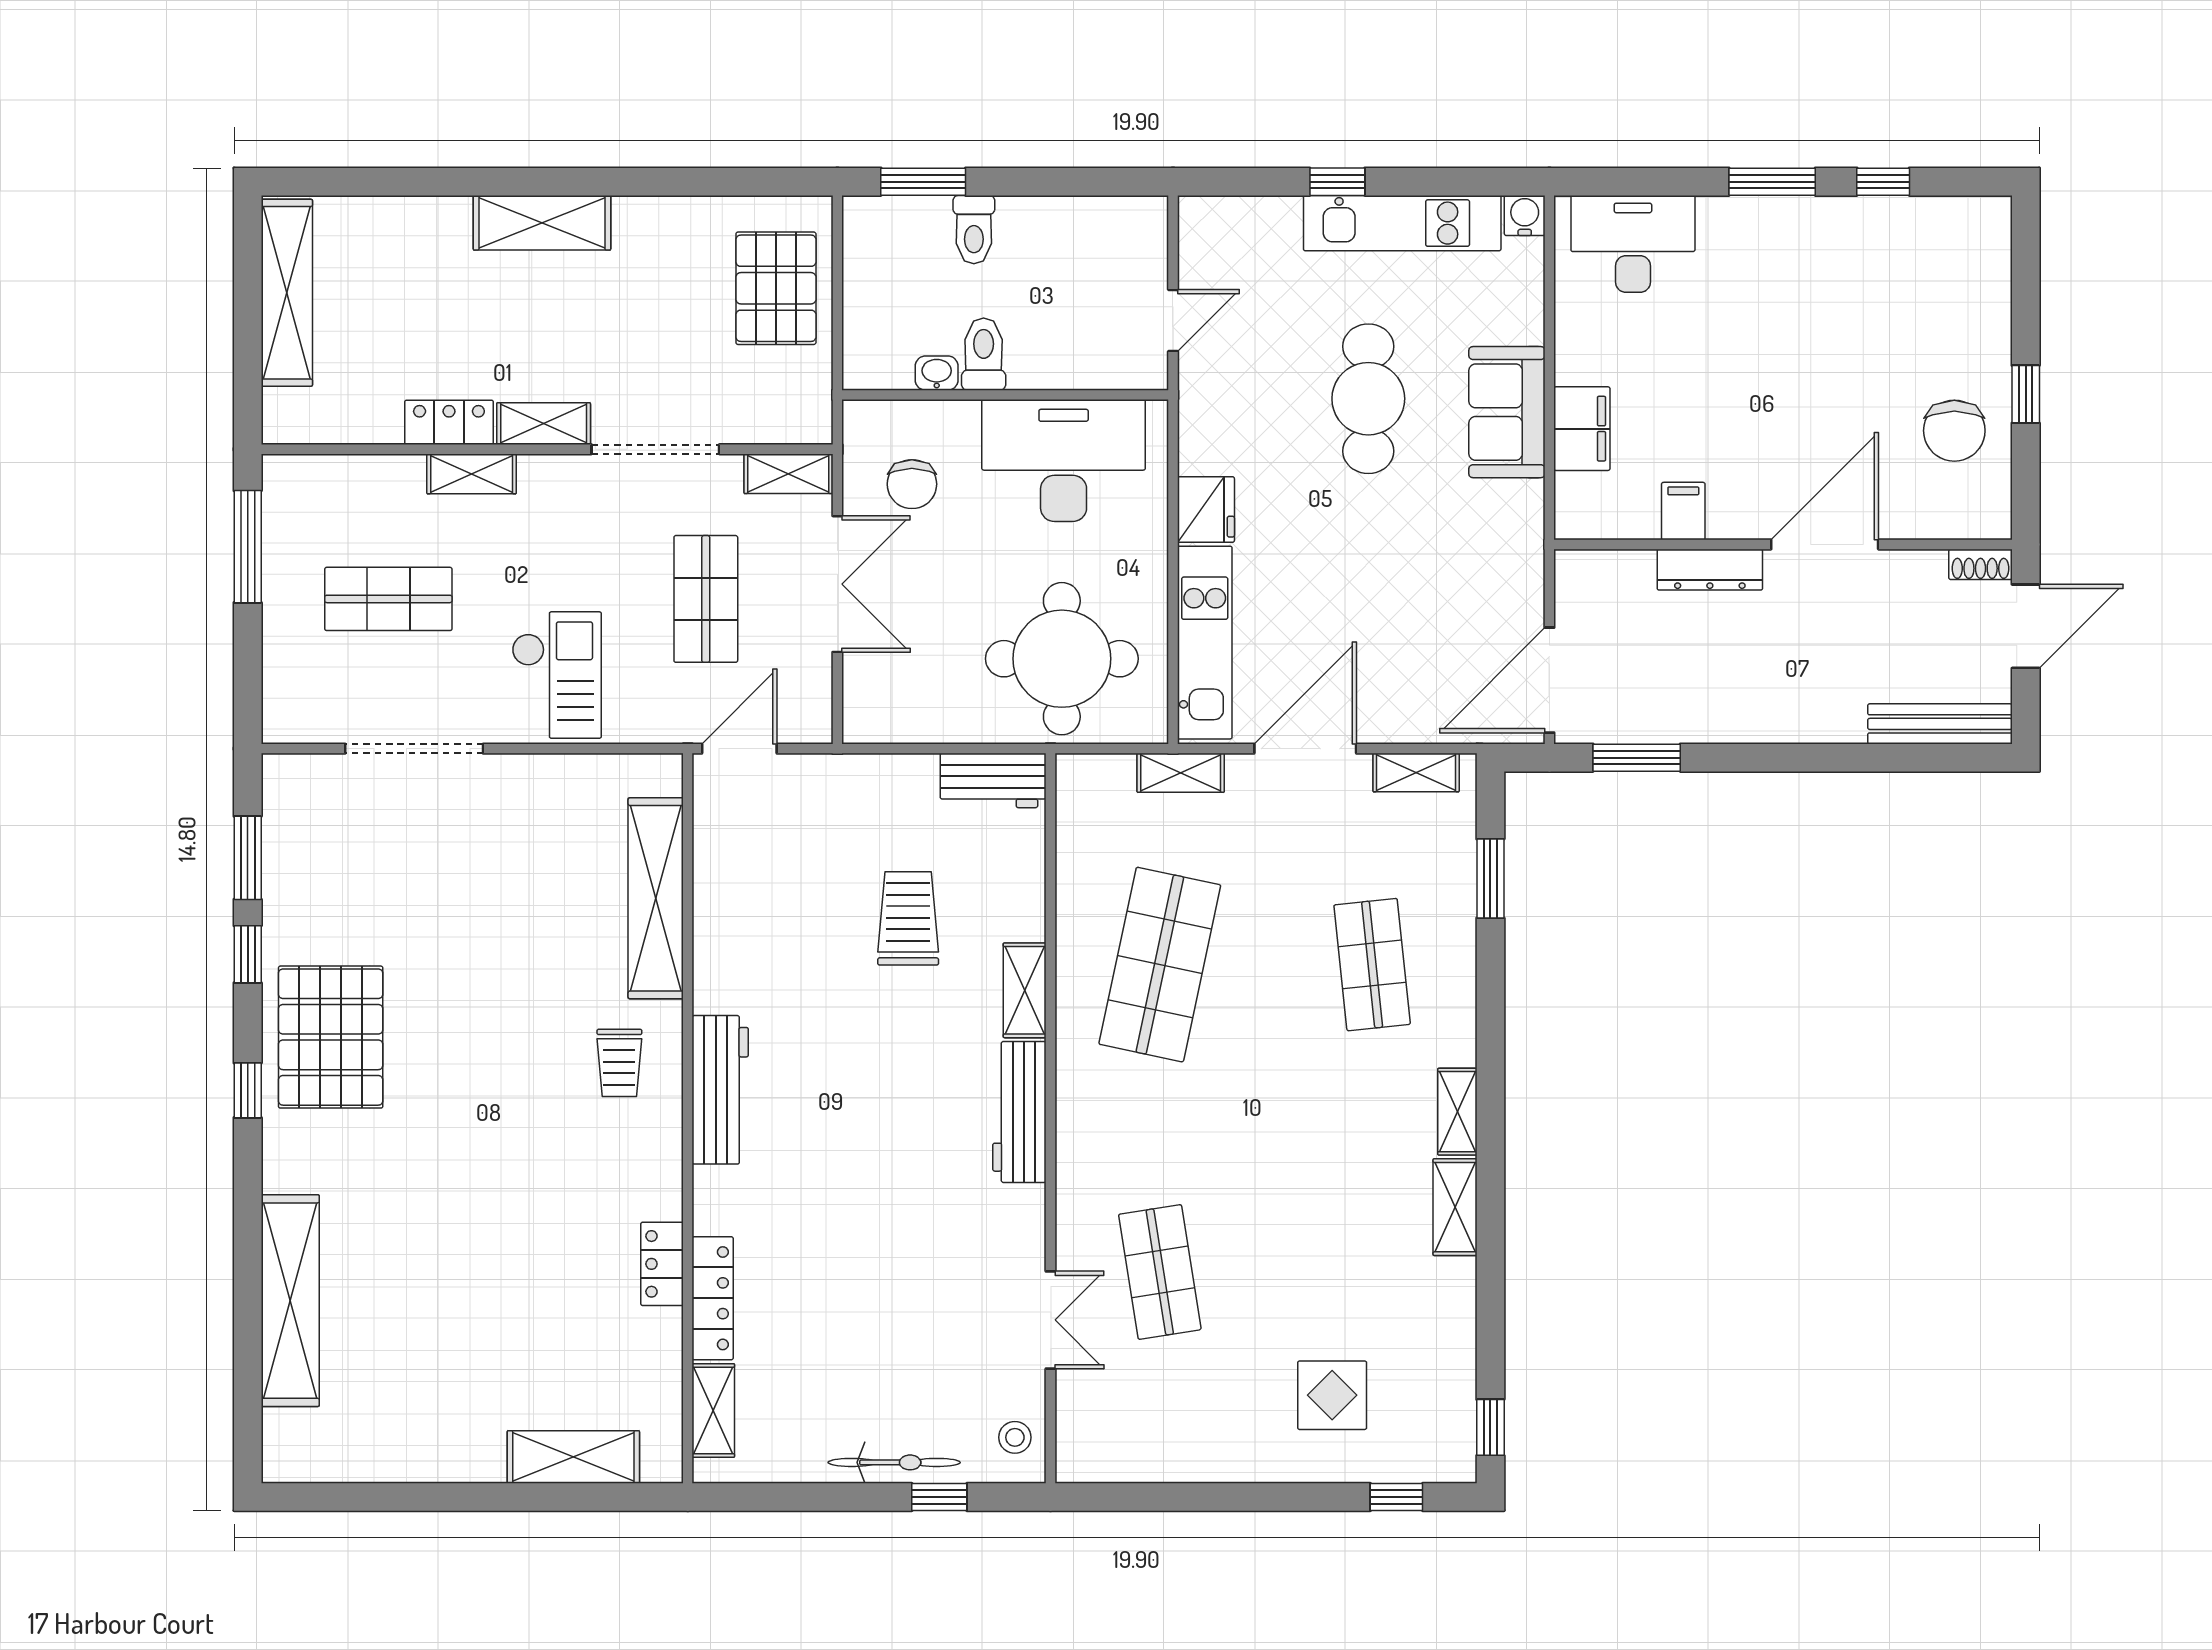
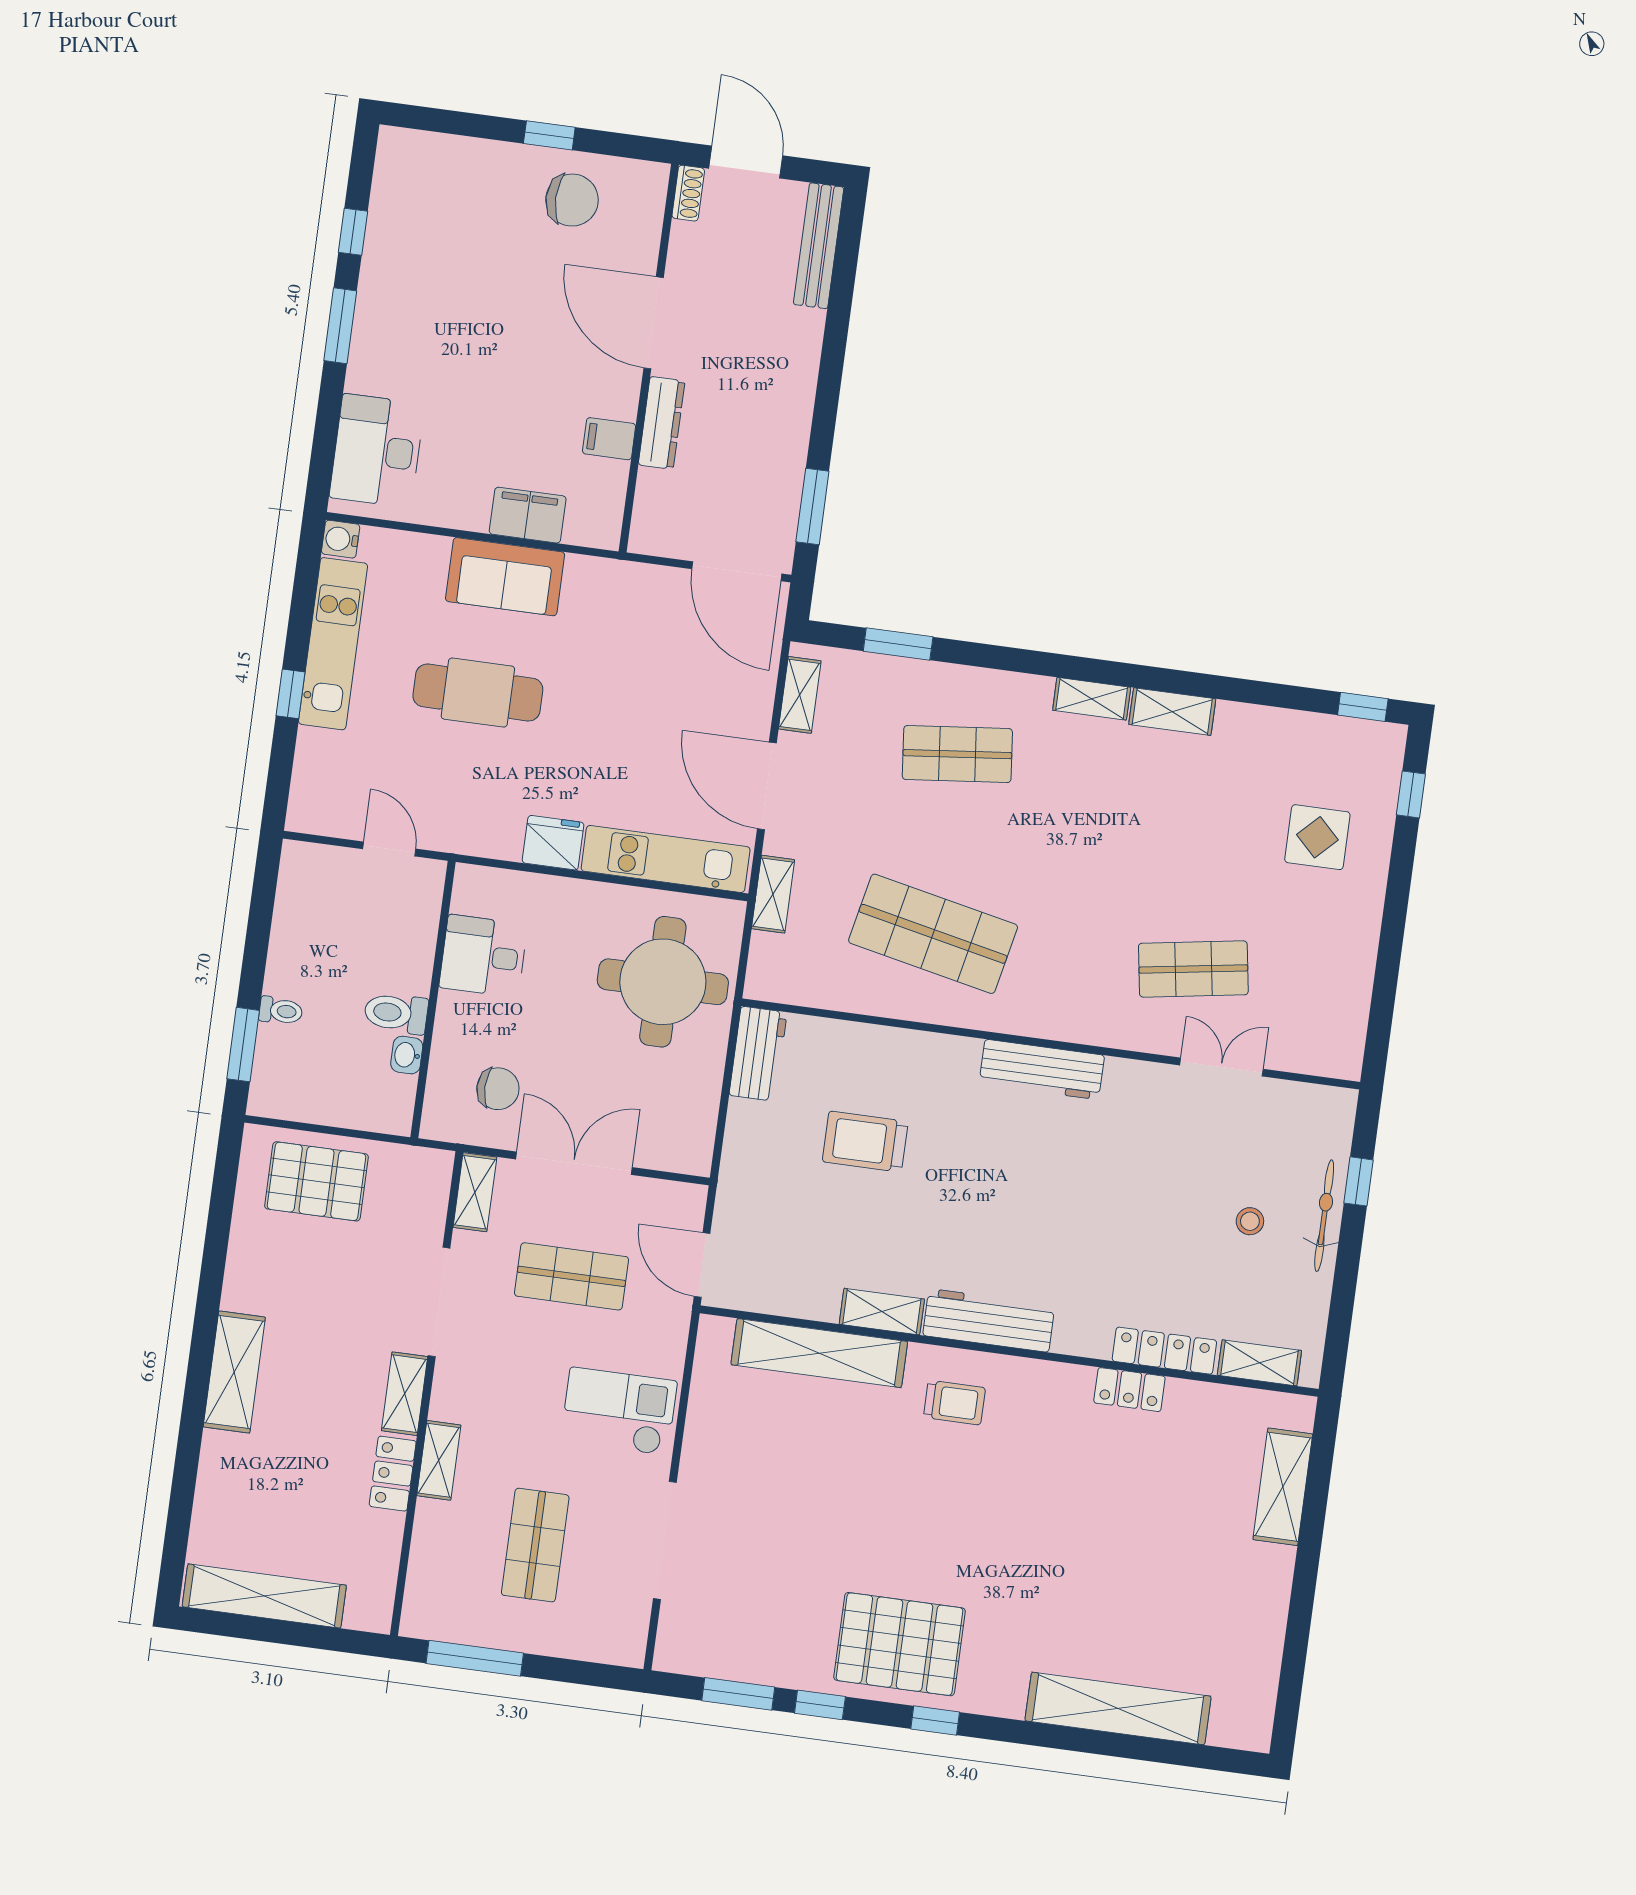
toilet: (974, 230) -> (281, 1011), width x0.73, depth x0.72
desk: (1064, 460) -> (483, 956), width x0.53, depth x0.77
shelving: (1025, 990) -> (882, 1312), moved
stool: (1015, 1437) -> (1250, 1221), moved

